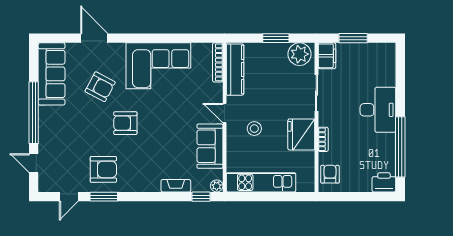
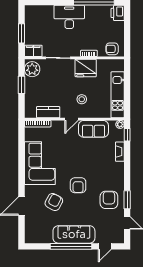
kitchen counter: (235, 70) -> (48, 112), width x0.67
sofa: (52, 74) -> (74, 234), moved

